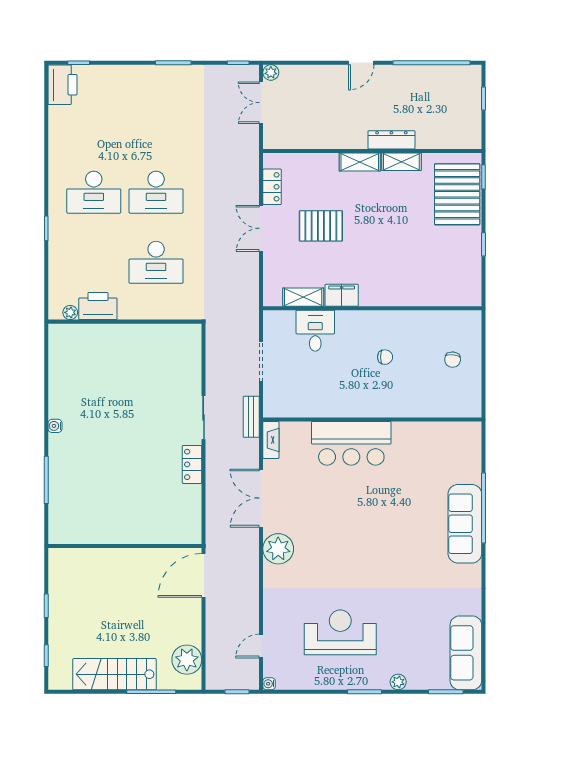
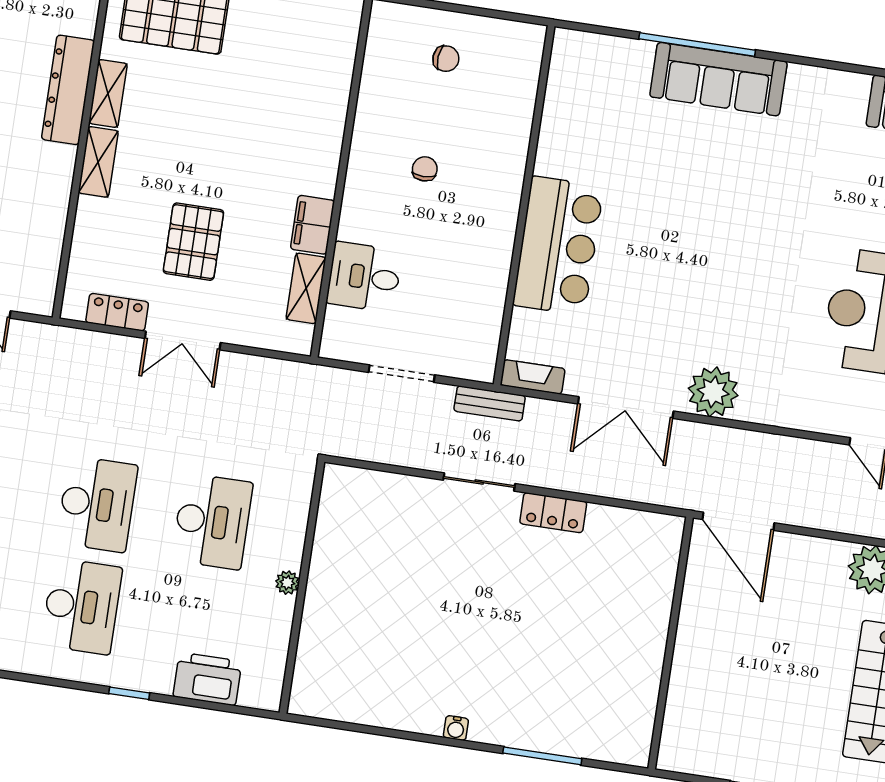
dresser: (391, 140) -> (68, 90), width x1.37, depth x1.24
printer: (98, 306) -> (207, 679), moved, turned 90
plant: (70, 312) -> (287, 583), moved

